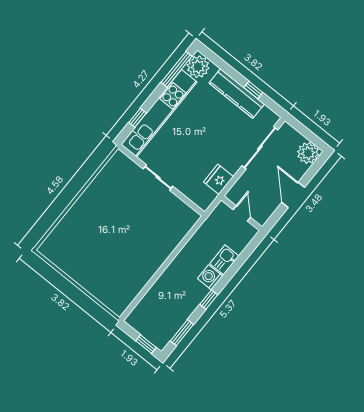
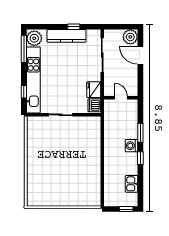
door: (293, 195) -> (140, 55), moved
dishwasher: (205, 198) -> (94, 105), added
kitchen sink: (224, 260) -> (132, 184), moved
window: (182, 333) -> (140, 133), moved

